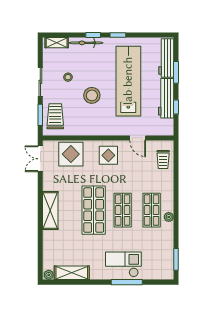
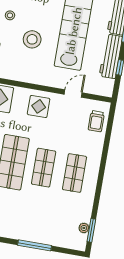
door: (138, 138) -> (73, 93), swing flipped
plant: (169, 217) -> (84, 228), moved
checkout: (123, 264) -> (34, 226), removed

